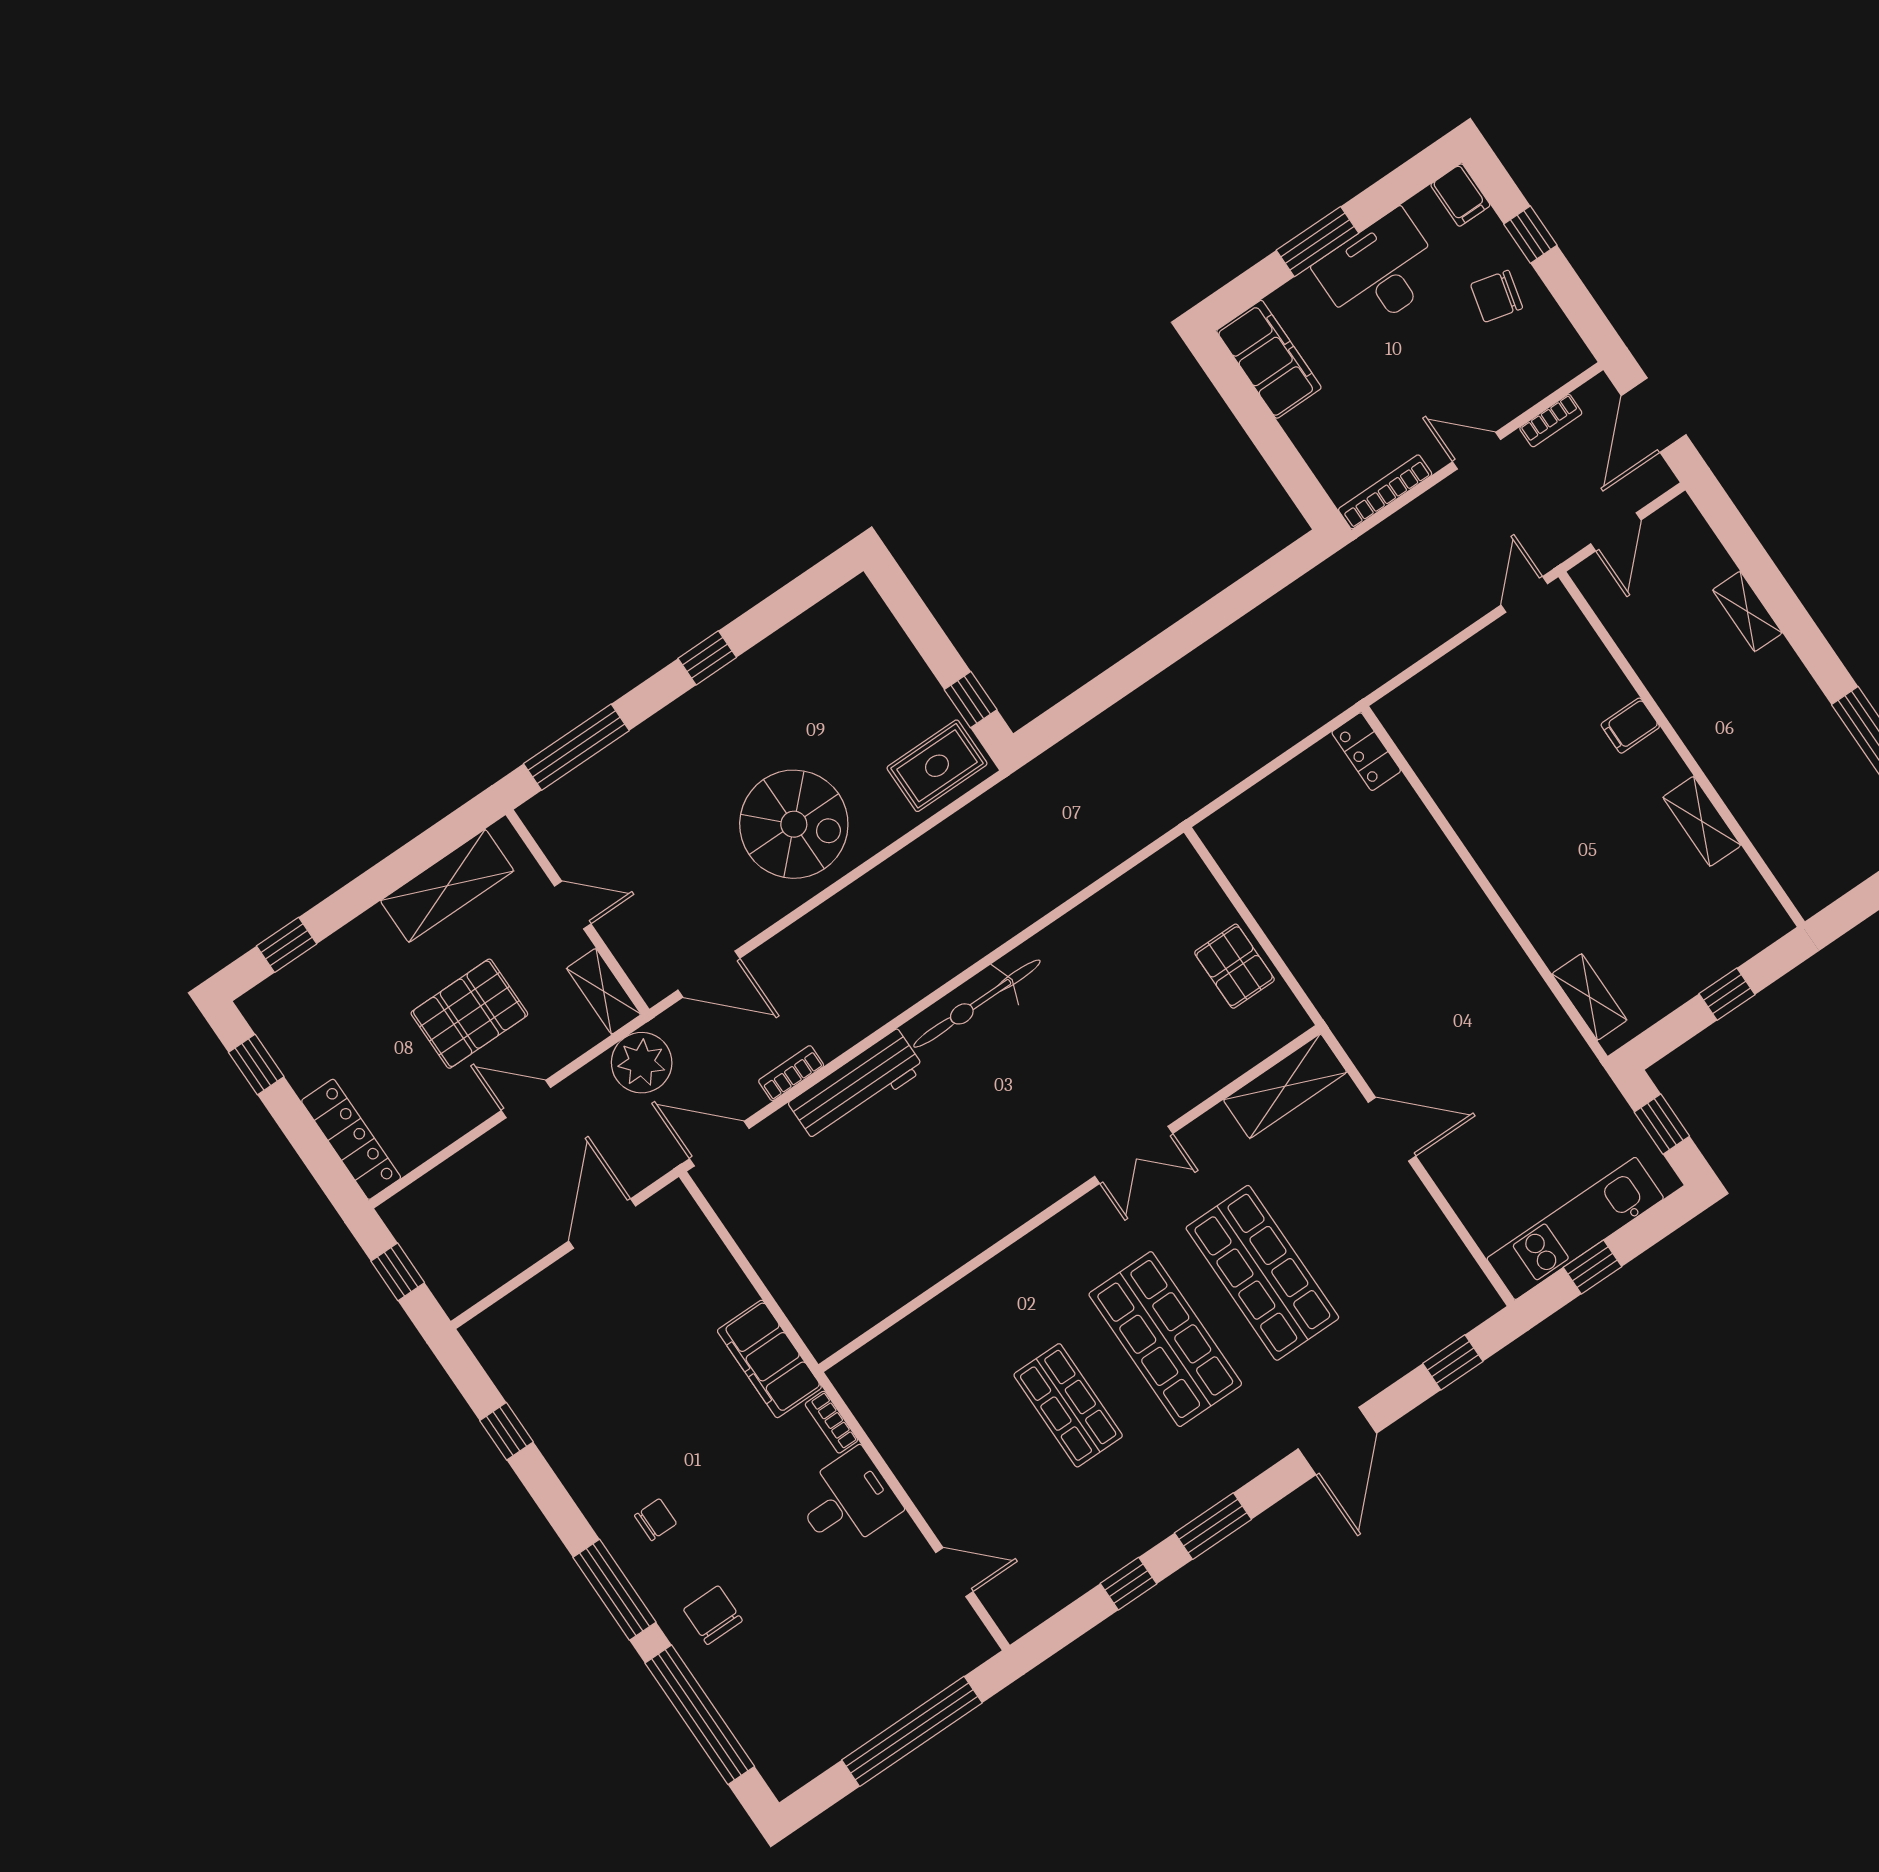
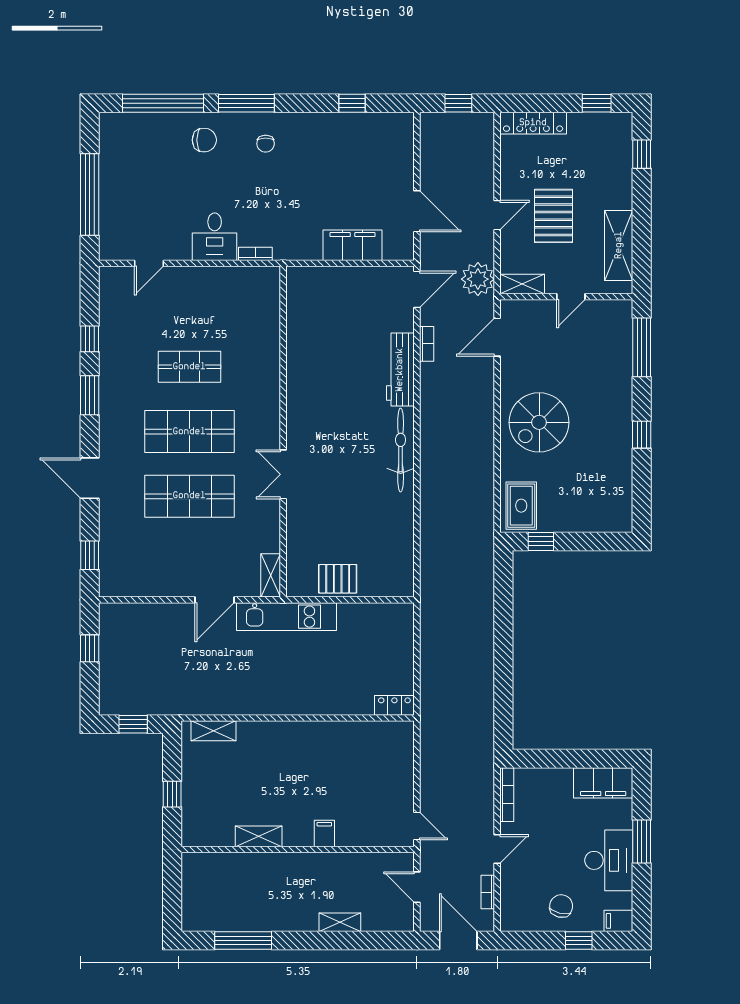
shelving: (1285, 1086) -> (271, 575), width x0.67, depth x0.75
kitchen unit: (1575, 1228) -> (287, 617), moved, turned 90
filing cabinet: (769, 1359) -> (352, 245), moved

